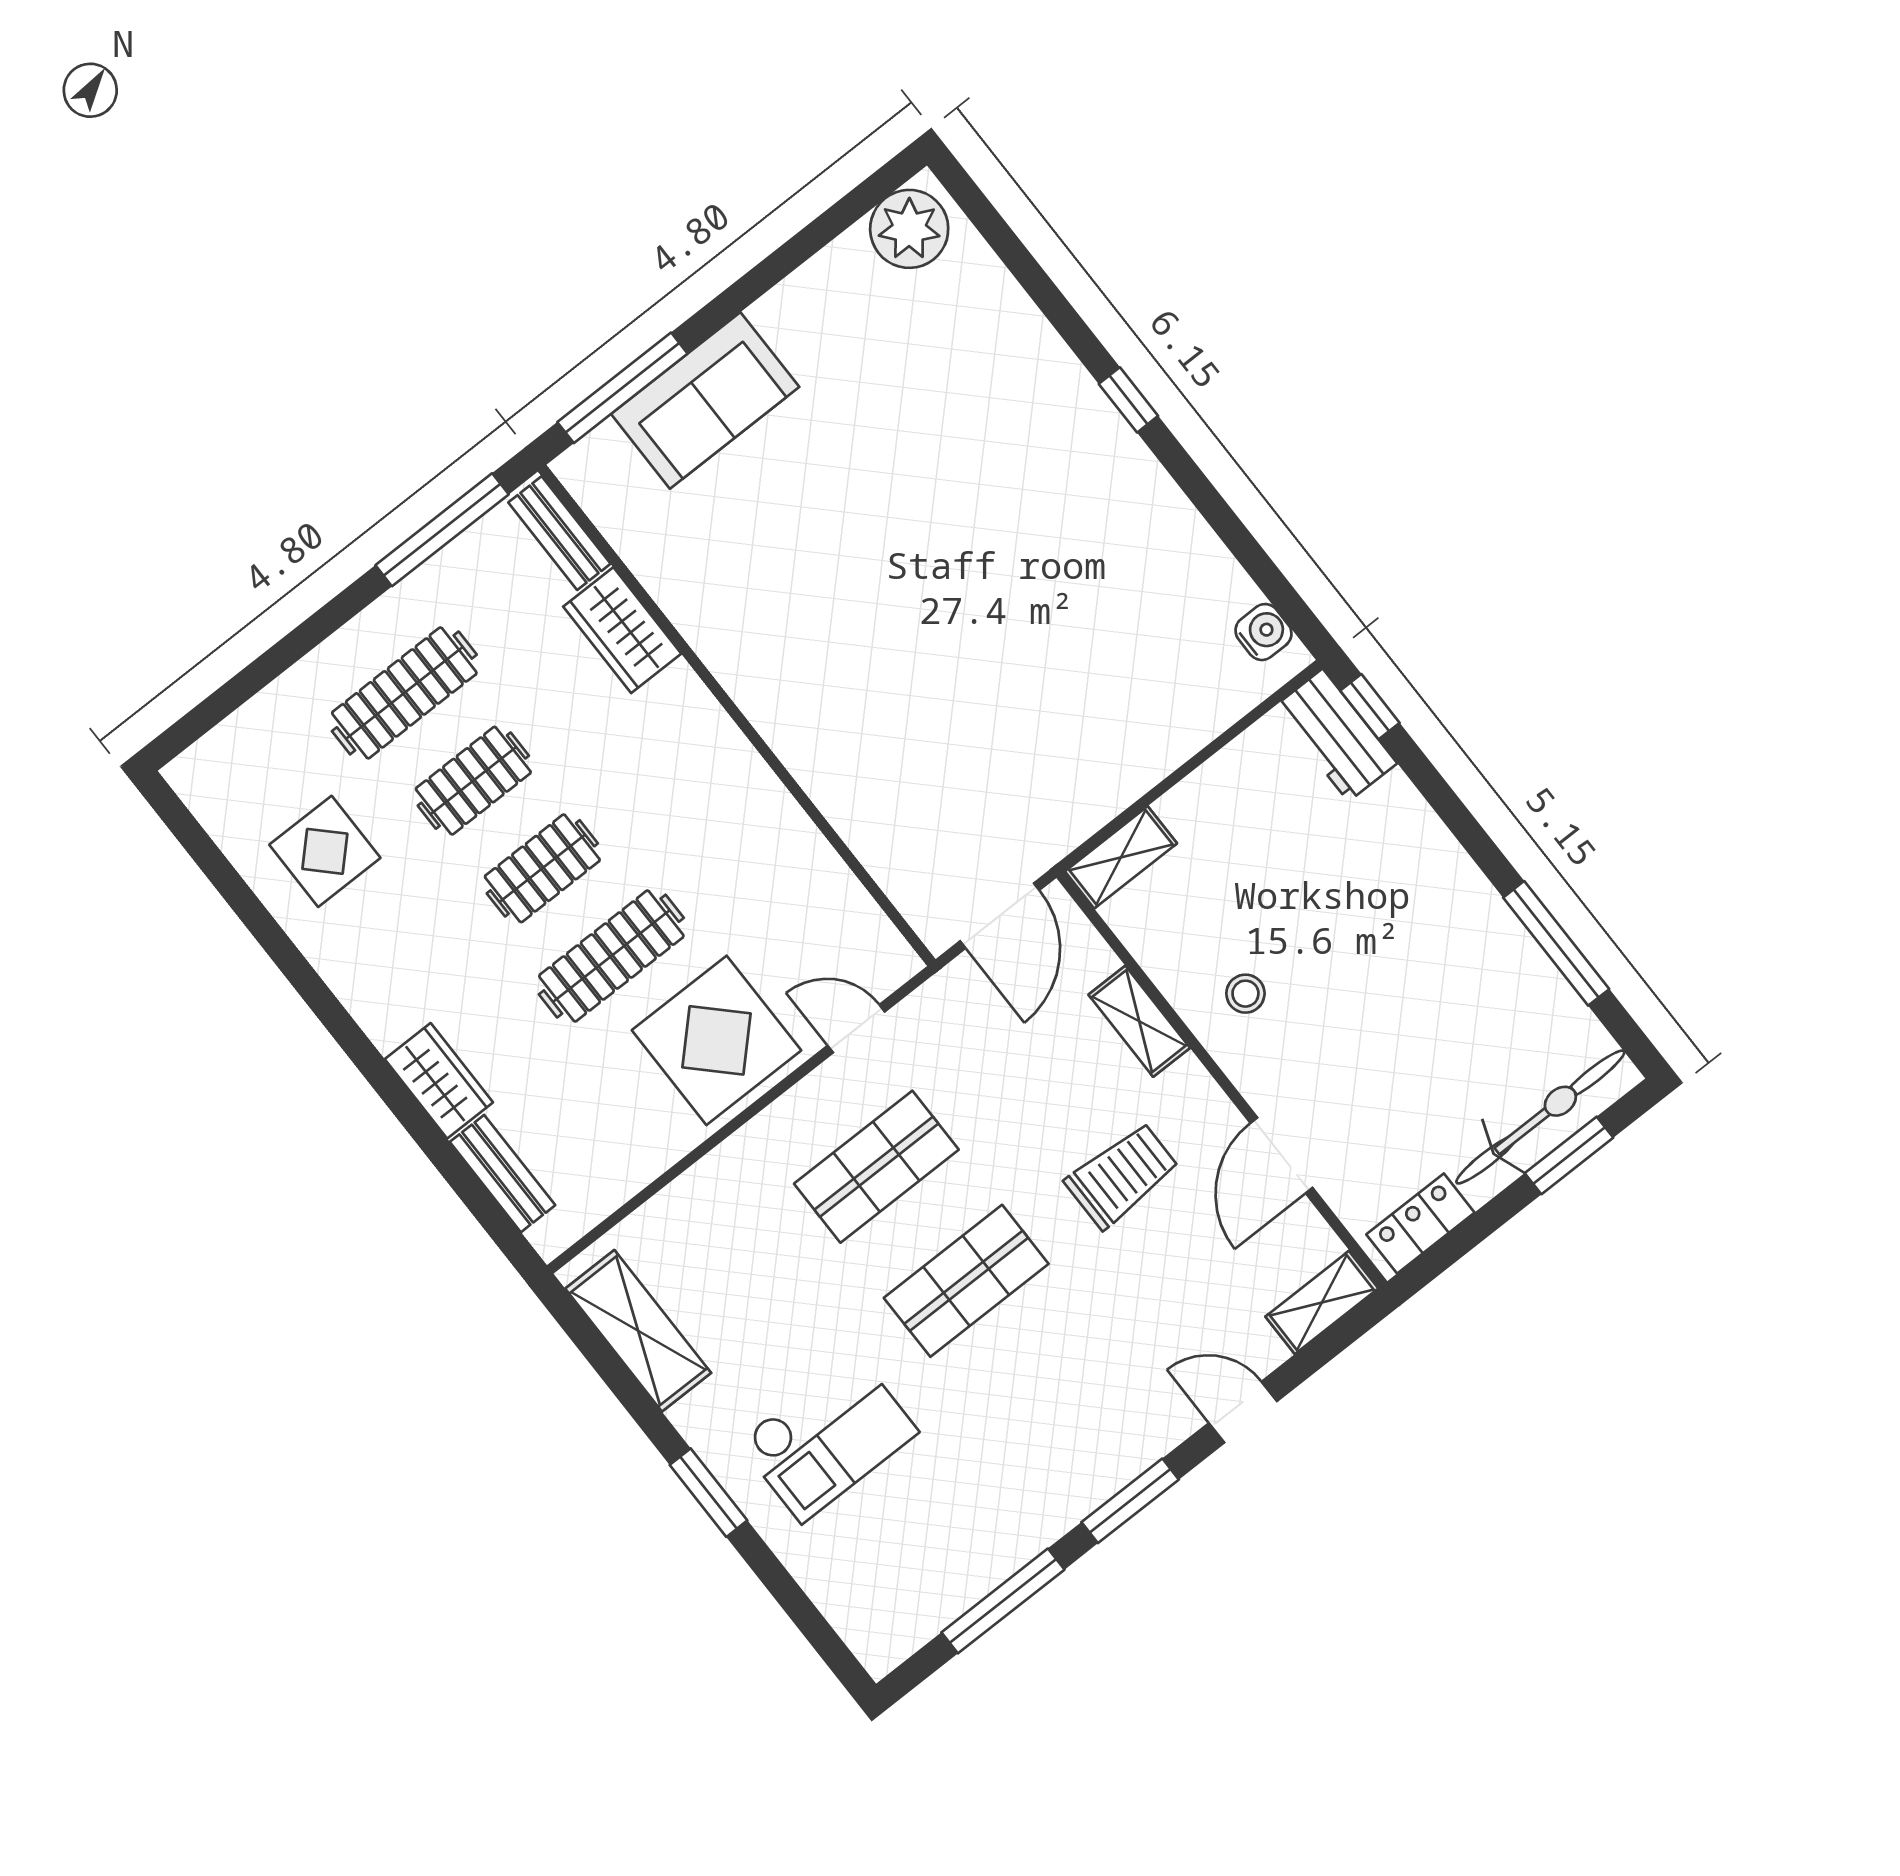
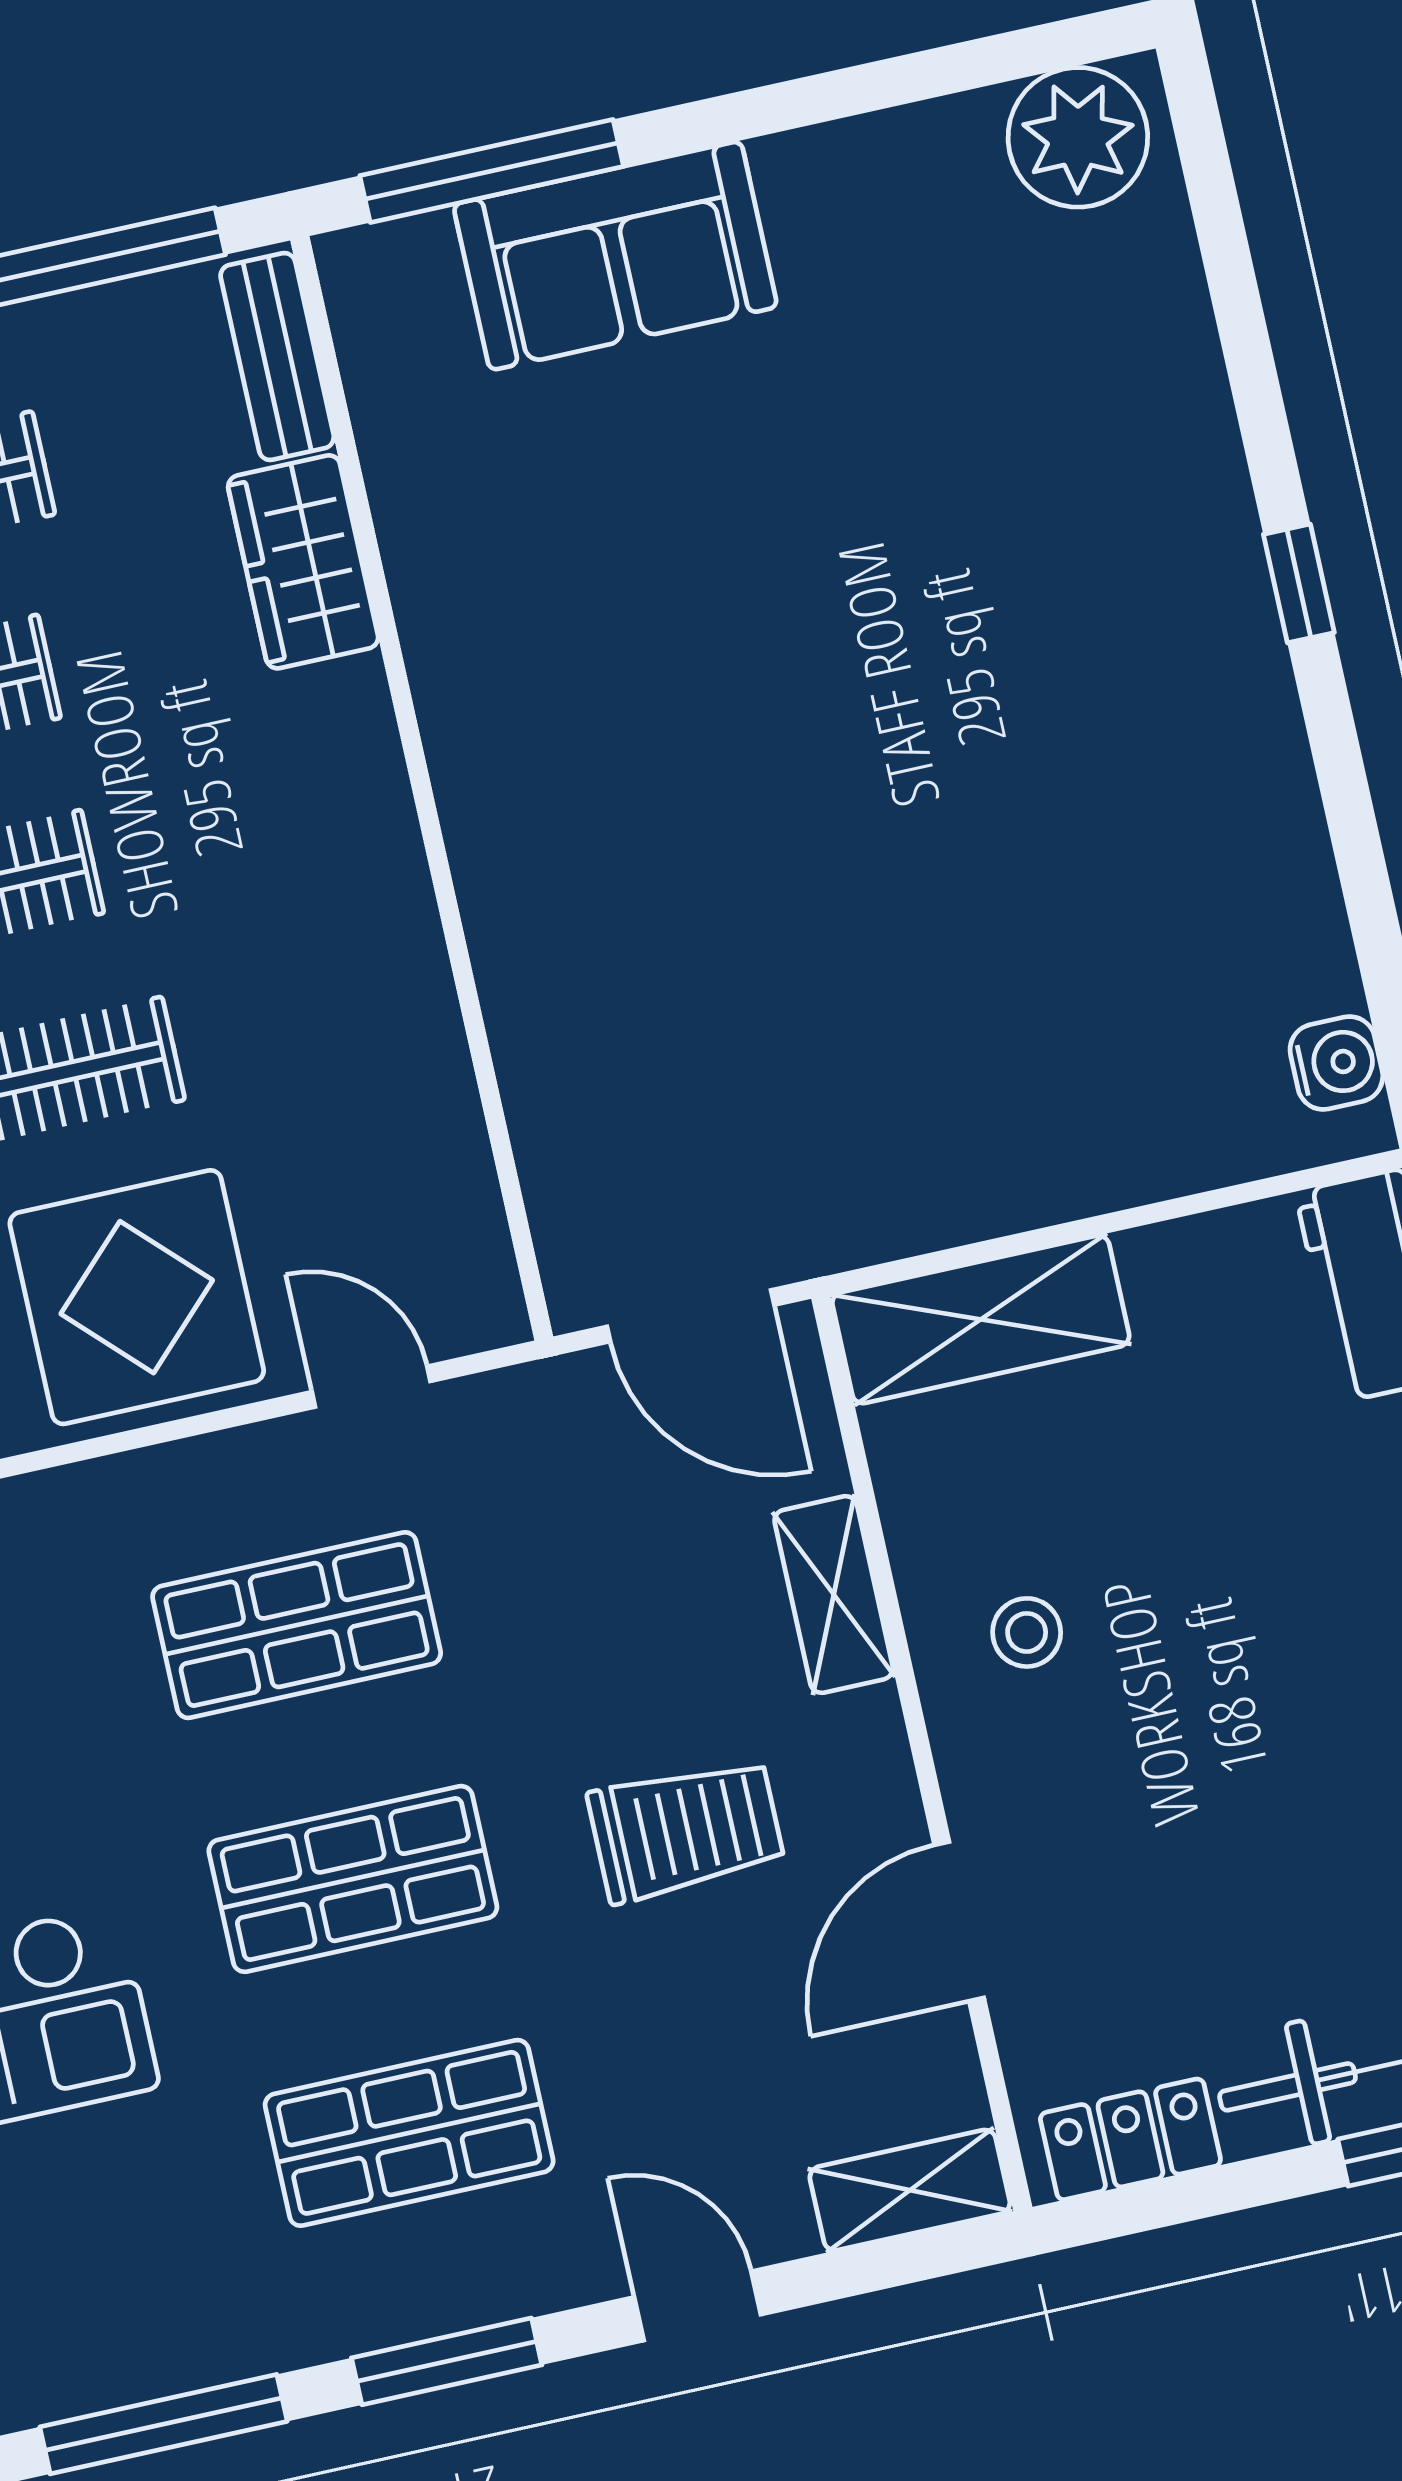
shelving: (1121, 857) -> (981, 1319), width x1.50, depth x1.33
door: (1000, 916) -> (691, 1316), hinge flipped
shop shelf: (1056, 1395) -> (409, 2133), added

